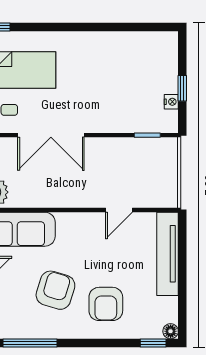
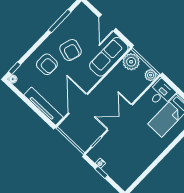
double door: (51, 135) -> (120, 117), moved
door: (119, 210) -> (78, 104), width x1.88
armchair: (106, 304) -> (47, 64), turned 180

